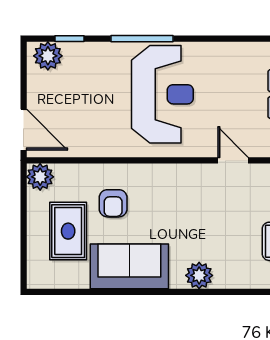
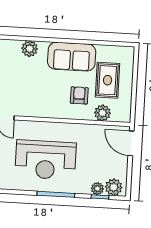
plant: (75, 52) -> (97, 189), added
reception desk: (162, 94) -> (46, 160), turned -90
plant: (40, 177) -> (102, 113), moved

